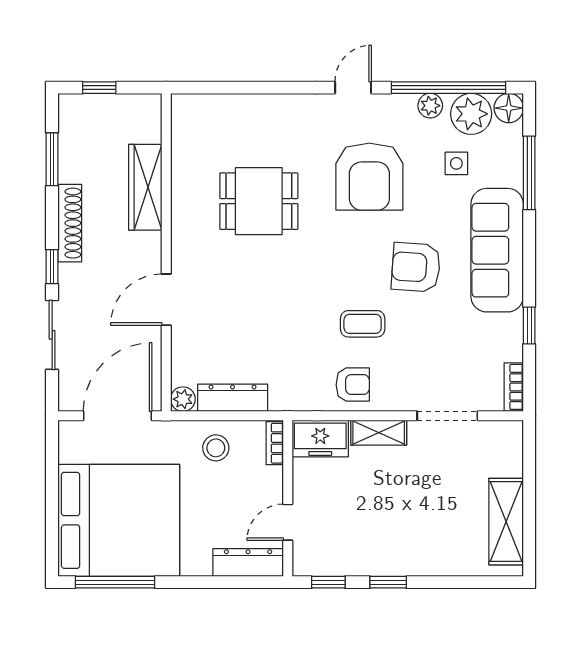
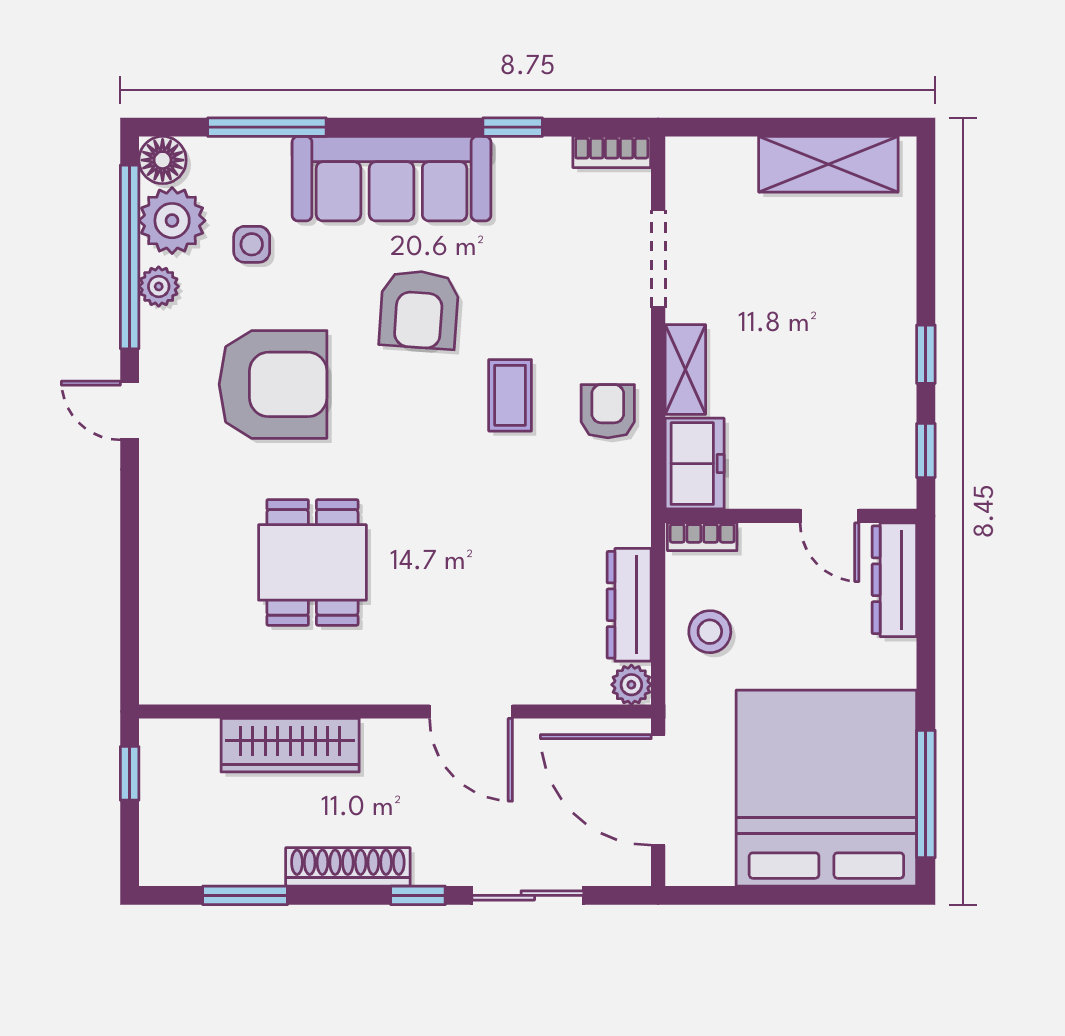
window: (99, 88) -> (130, 773), moved

